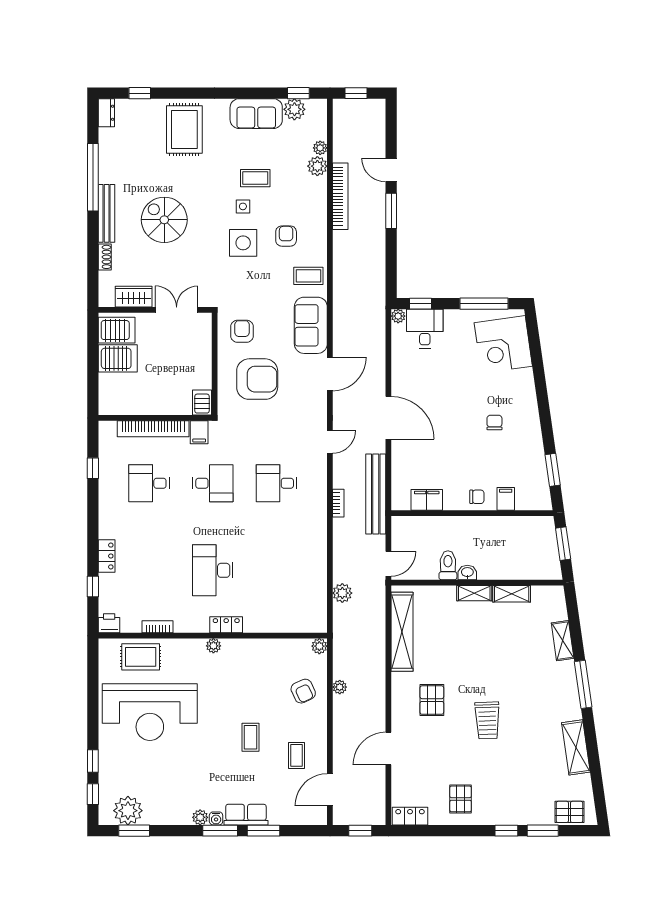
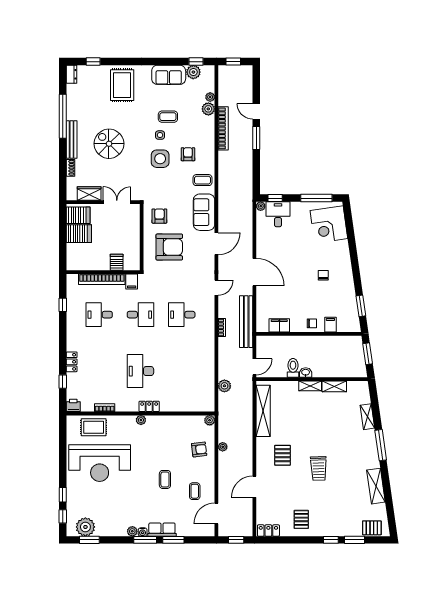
server rack: (202, 403) -> (117, 262), moved
armchair: (303, 691) -> (199, 449), turned -72

